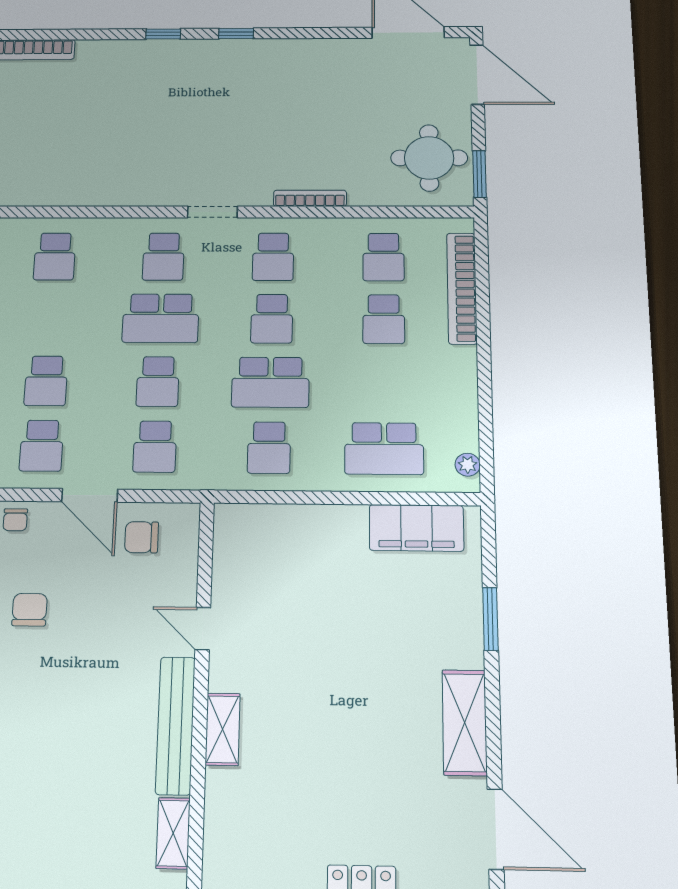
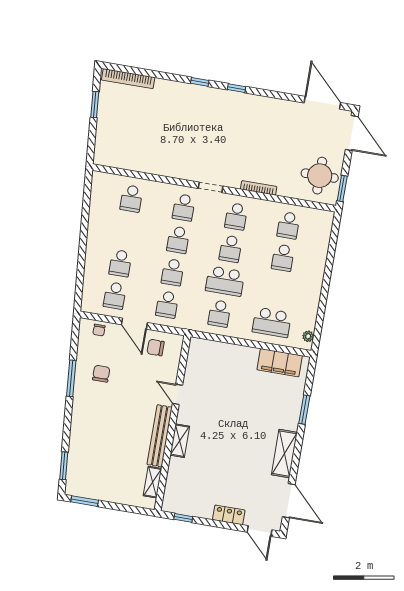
bookcase: (462, 288) -> (322, 248), removed
school desk: (161, 318) -> (178, 240), width x0.54

